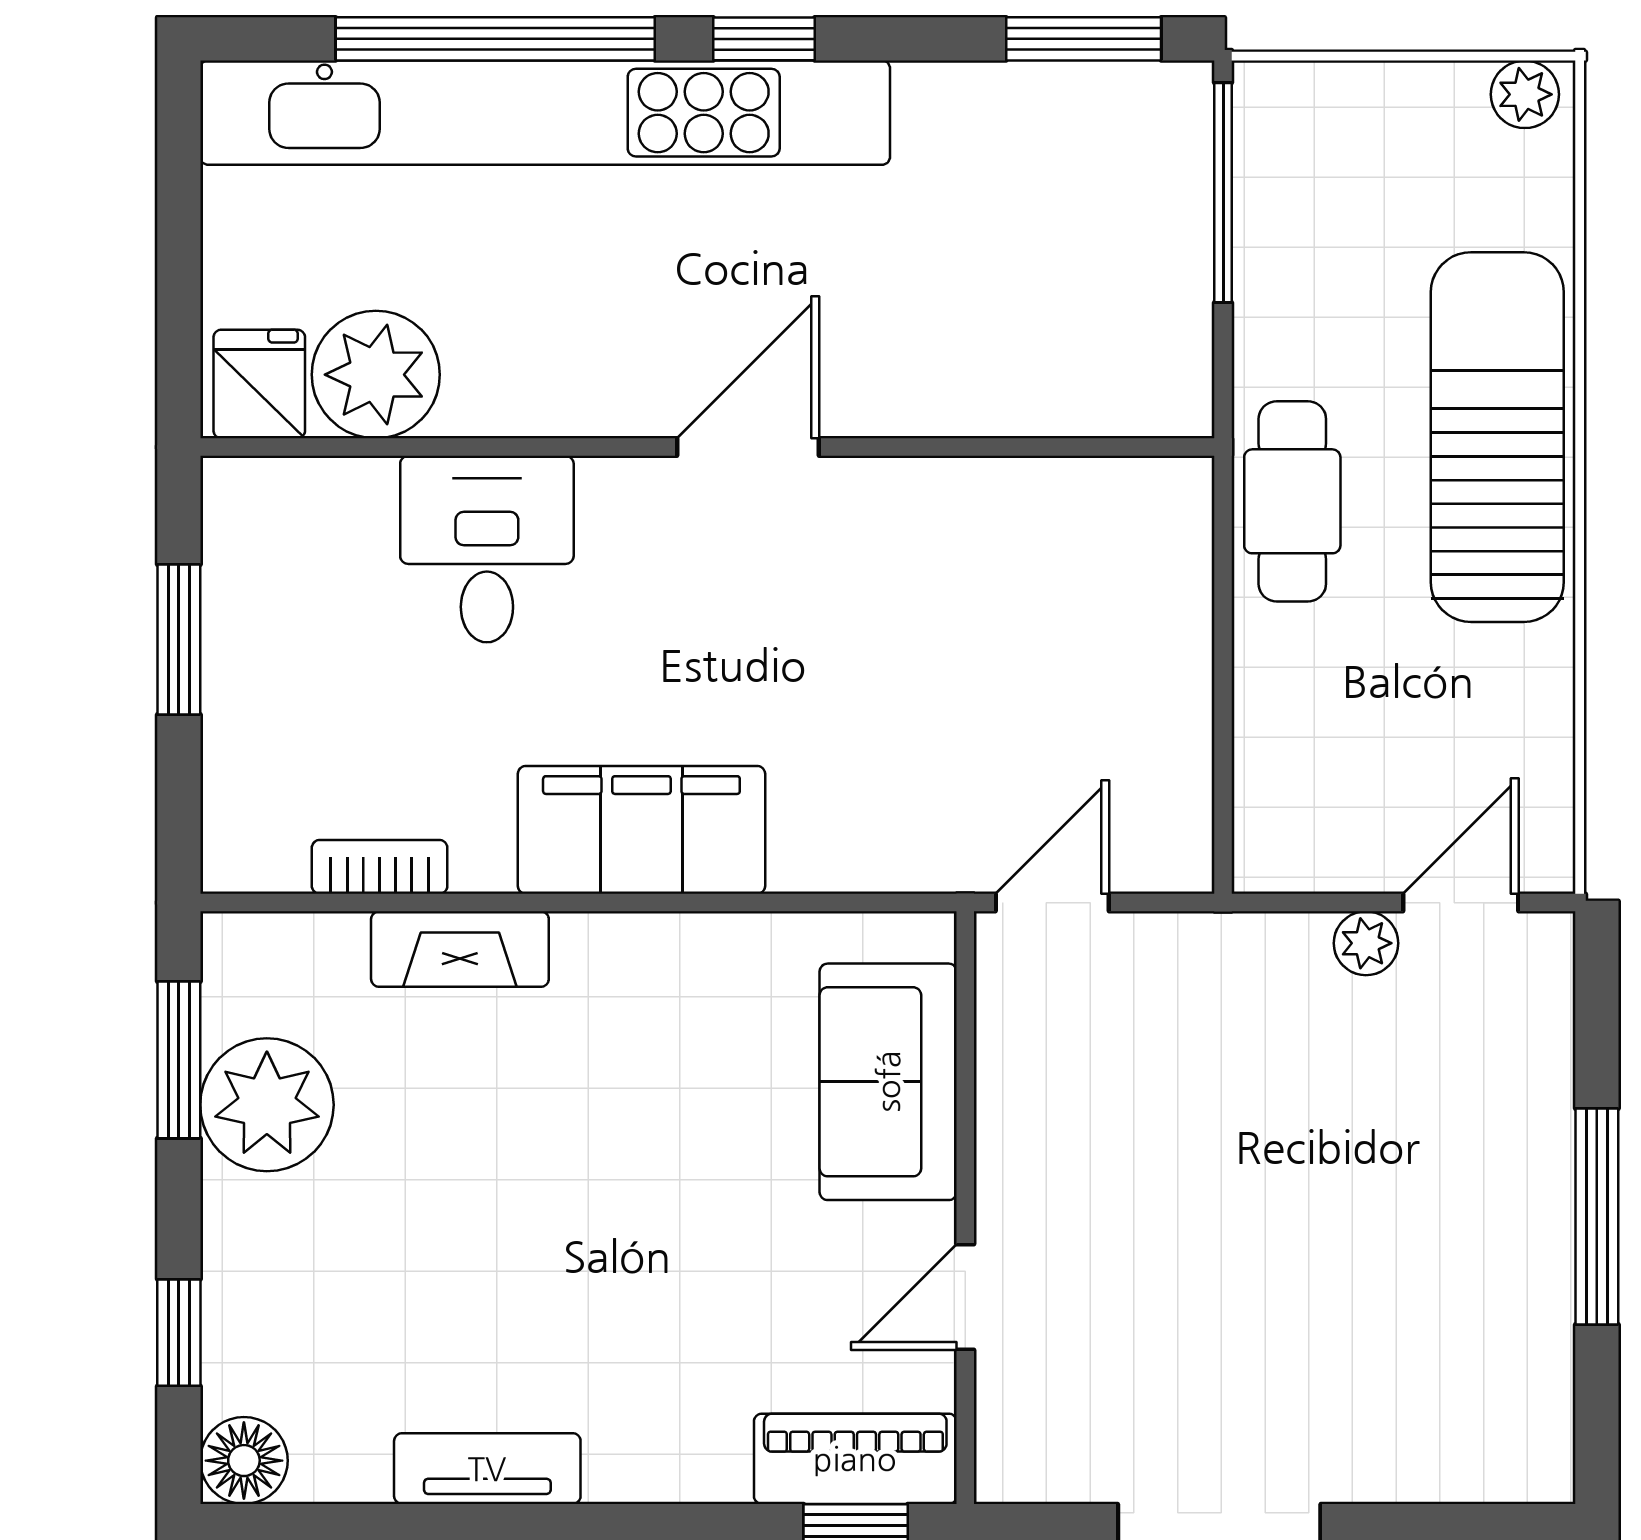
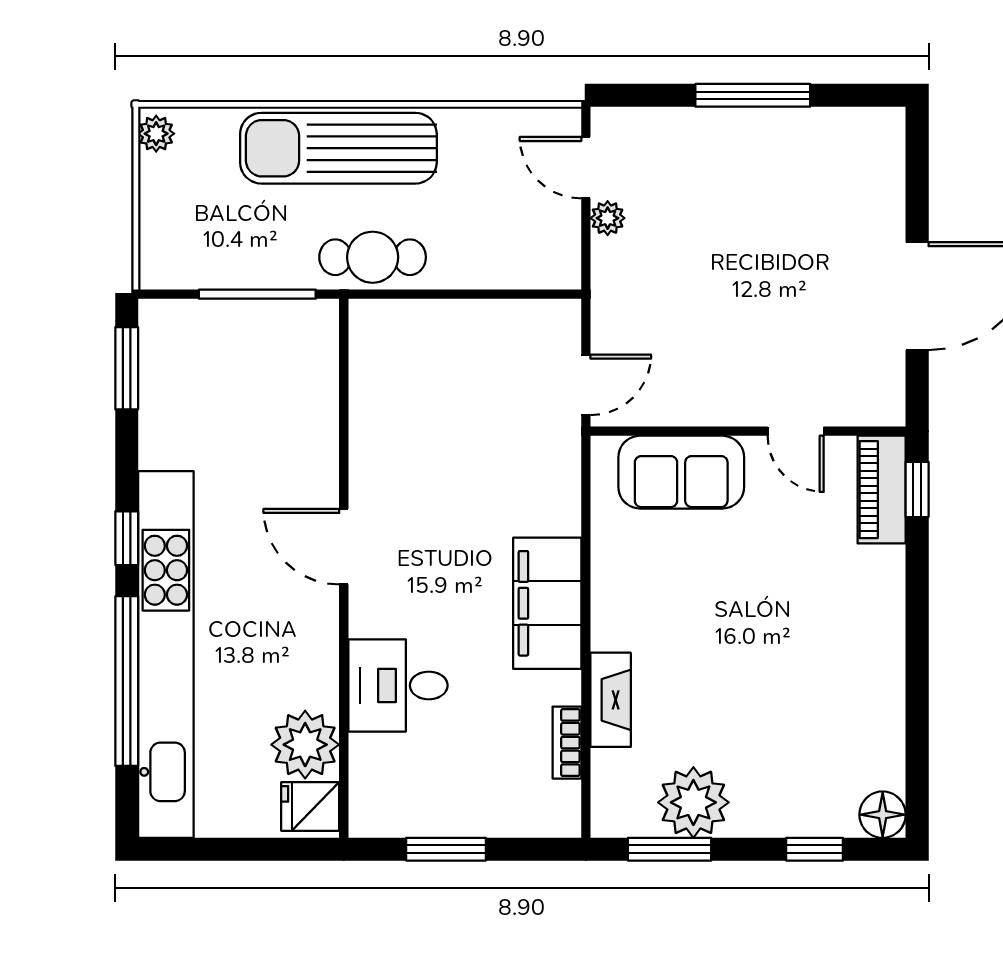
window: (1223, 193) -> (257, 294), moved
door: (1052, 903) -> (586, 385), swing flipped
tv unit: (487, 1469) -> (887, 685), removed

